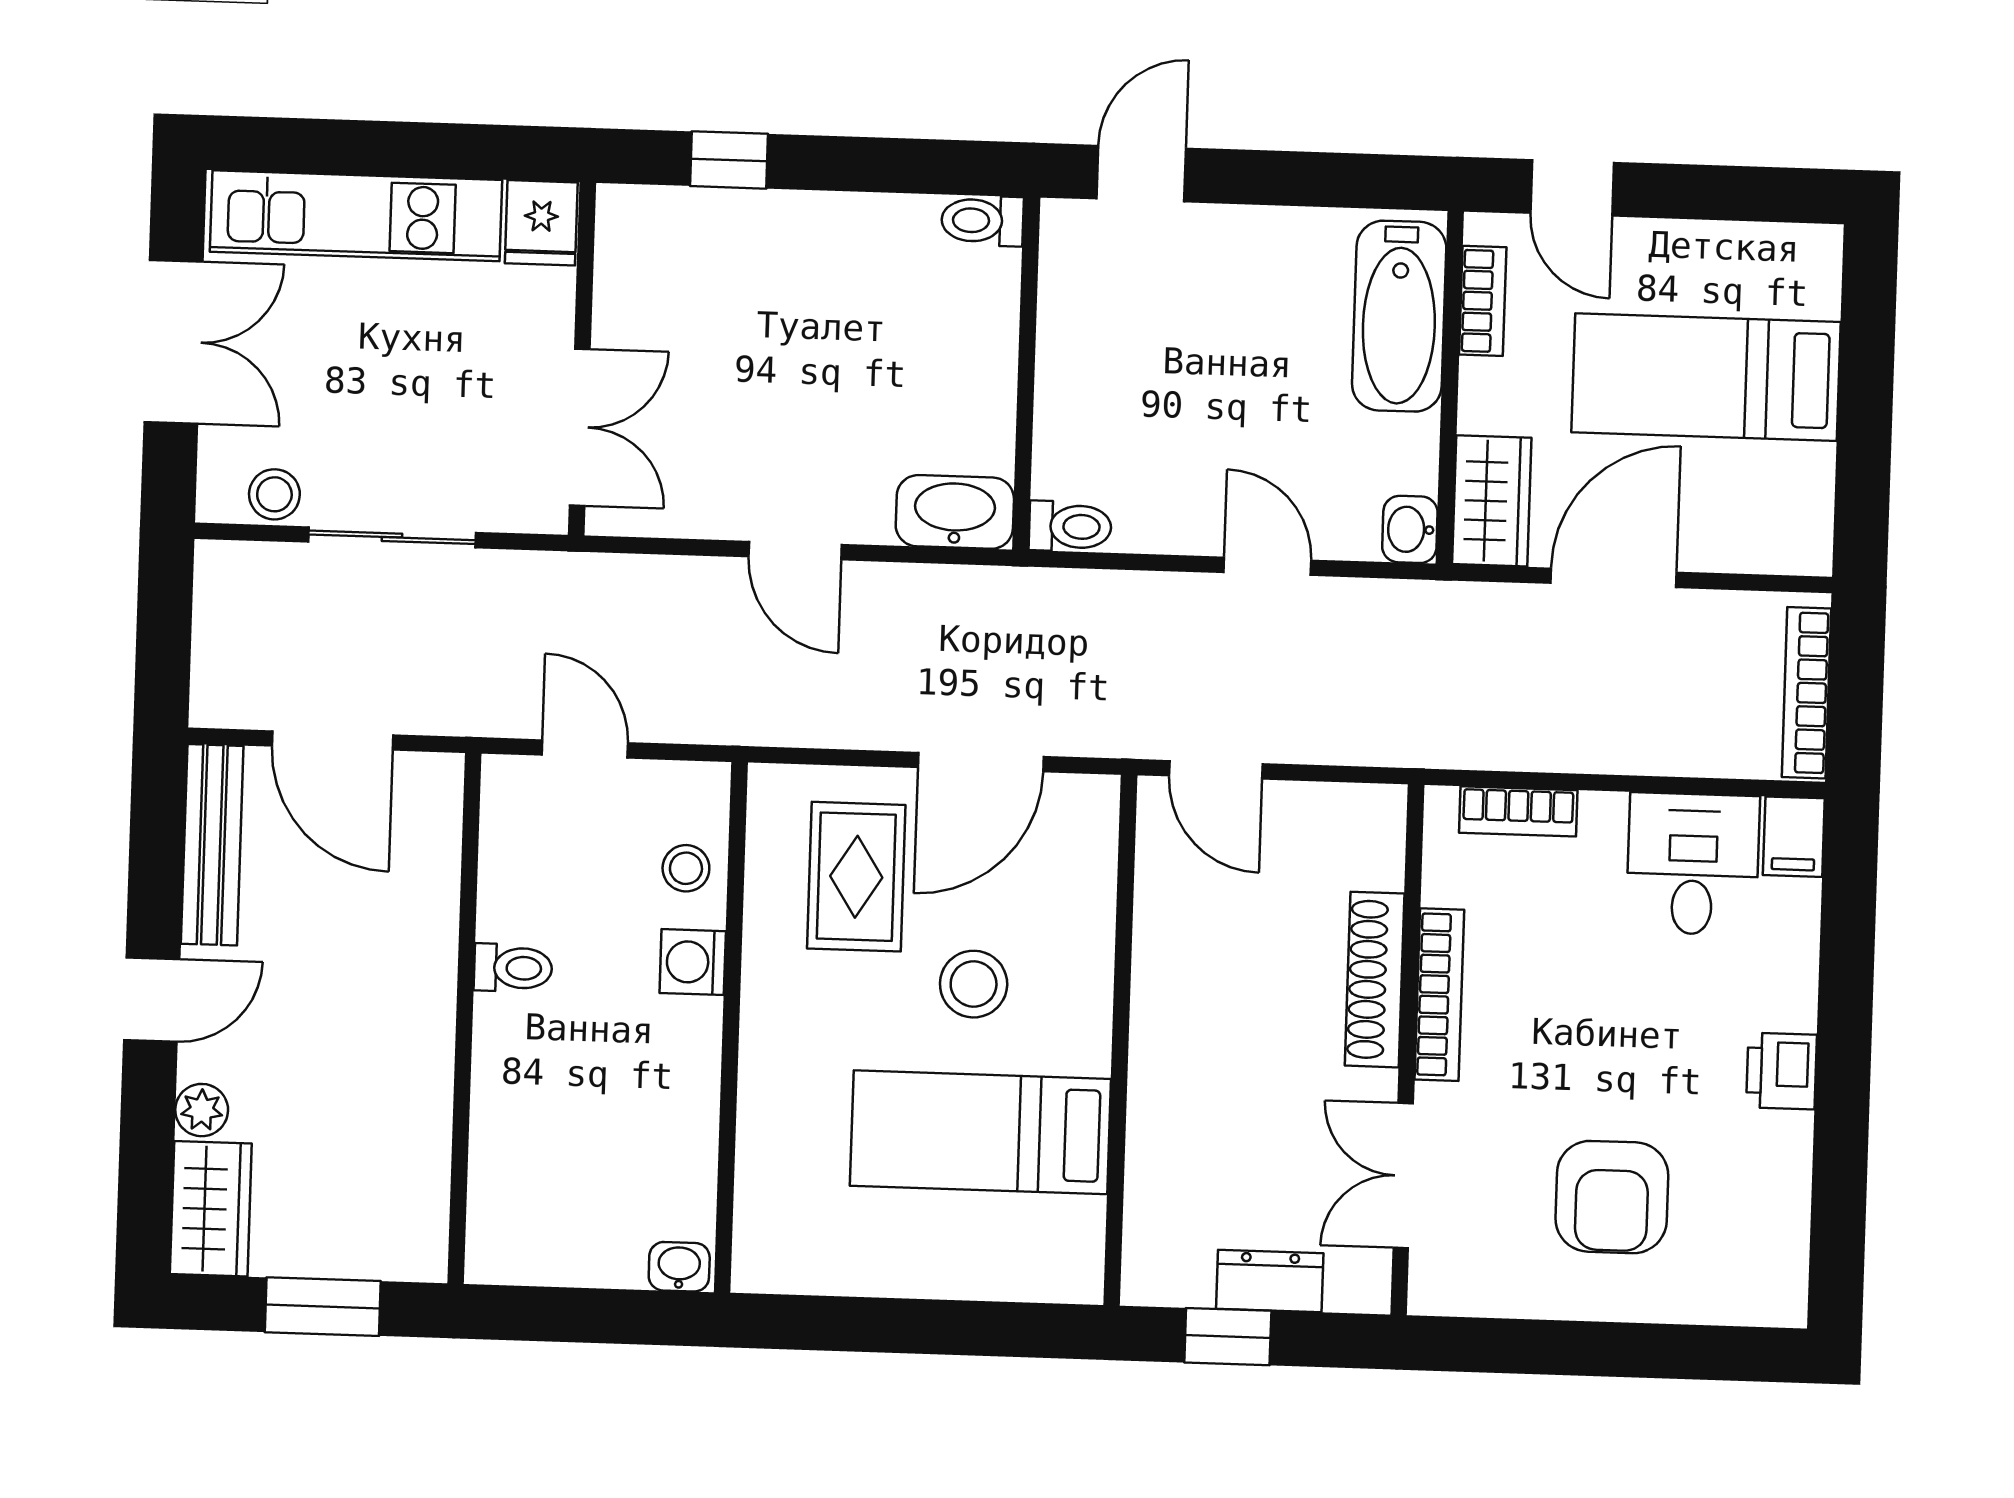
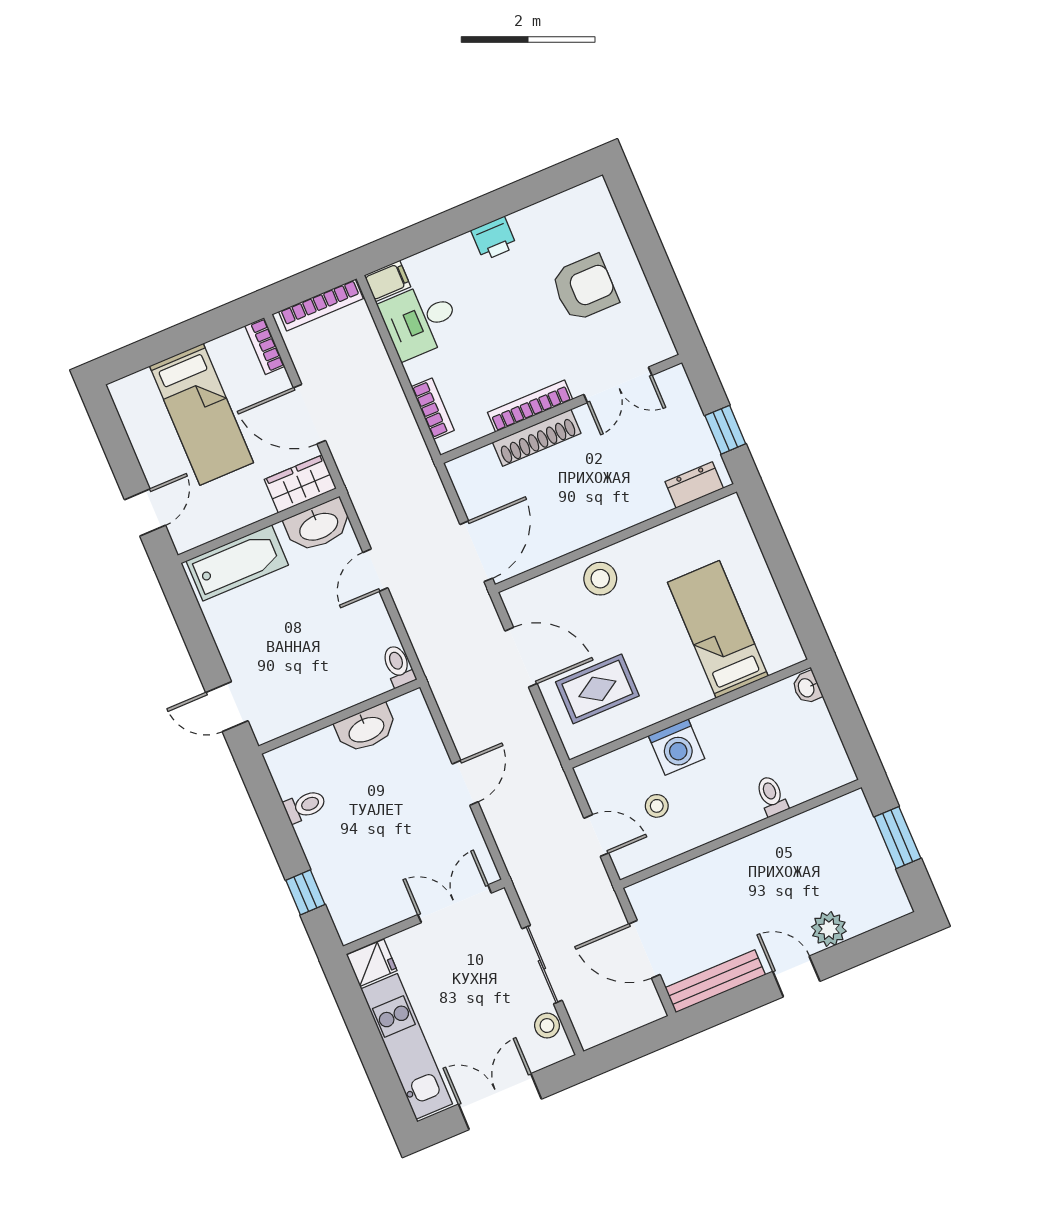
toilet: (982, 221) -> (305, 806), moved, turned -90
bookcase: (1483, 301) -> (265, 346), moved, turned -90
washbasin: (955, 512) -> (366, 729), moved, turned -90
washbasin: (1410, 529) -> (318, 526), width x1.91, depth x1.45
door: (333, 741) -> (644, 949), swing flipped
door: (585, 749) -> (596, 836), swing flipped
door: (1216, 770) -> (476, 551), width x1.38
stool: (686, 868) -> (657, 806), moved
washing machine: (693, 962) -> (677, 747), width x1.38, depth x1.38
toilet: (513, 968) -> (772, 796), moved
stool: (974, 984) -> (600, 579), moved
plant: (202, 1110) -> (829, 929), width x1.38, depth x1.38
bed: (980, 1132) -> (718, 629), moved, turned 180
wardrobe: (211, 1209) -> (877, 907), removed
dresser: (1270, 1281) -> (694, 485), moved, turned 90

